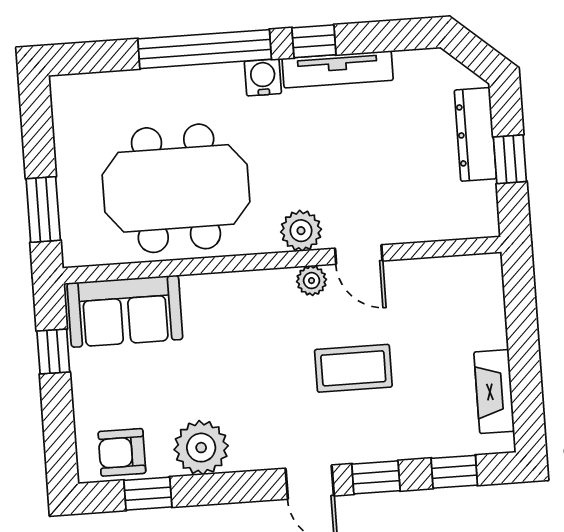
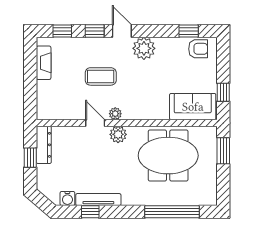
window: (314, 41) -> (90, 212), moved
window: (205, 49) -> (172, 212), moved
water cooler: (263, 77) -> (67, 198), moved
dresser: (475, 134) -> (44, 145), moved
plant: (201, 448) -> (144, 48), moved

